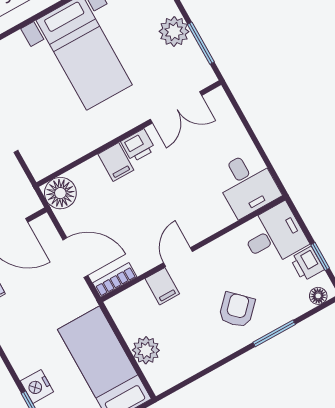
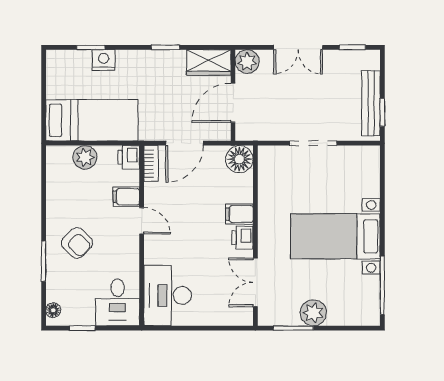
desk: (247, 184) -> (168, 296), width x1.37
printer: (307, 264) -> (129, 157), moved, turned -90

